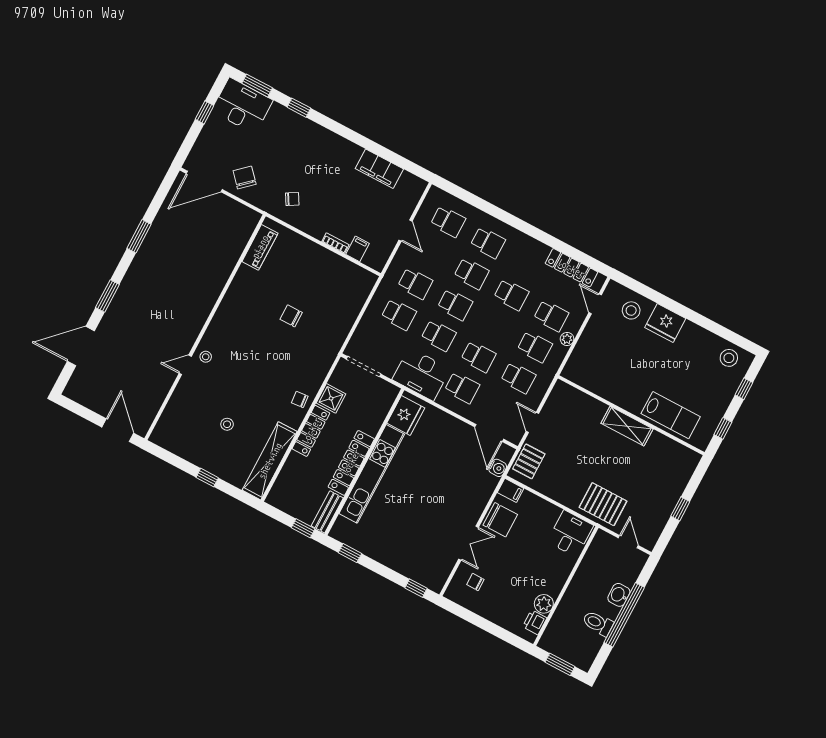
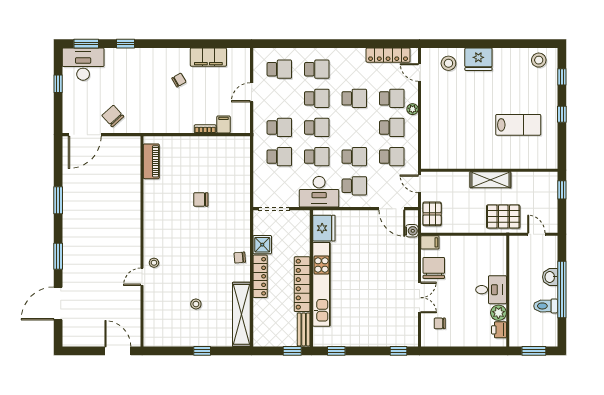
chair: (292, 199) -> (179, 80), moved
door: (405, 231) -> (252, 92), swing flipped
wall: (631, 415) -> (489, 170), moved
shelving: (627, 426) -> (490, 180), moved
chair: (500, 520) -> (434, 268), turned -90
desk: (570, 534) -> (491, 290), moved, turned 90

